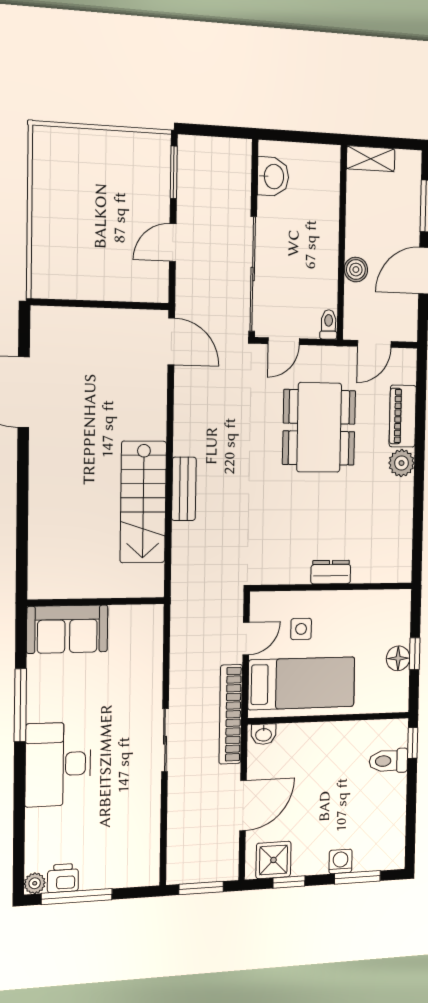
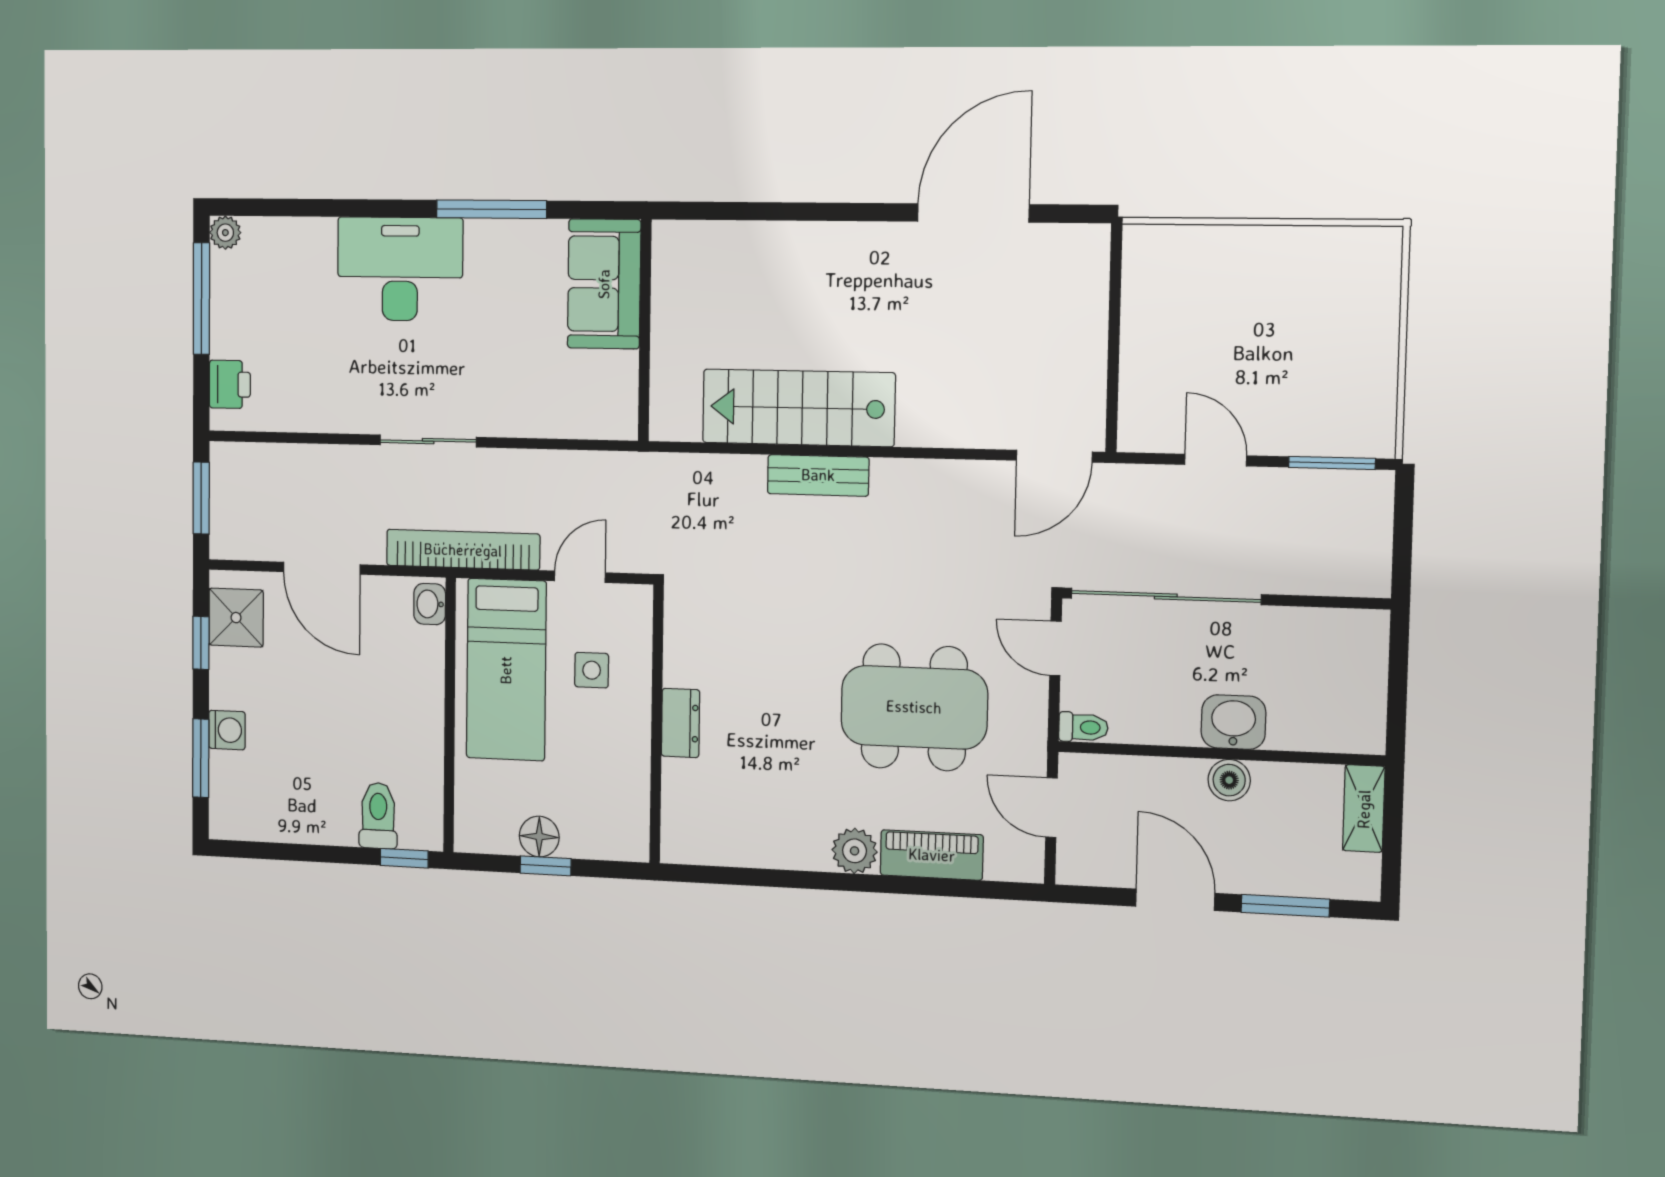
washbasin: (273, 177) -> (1233, 722), moved, turned 180
boiler: (356, 270) -> (1229, 780), moved
door: (246, 638) -> (580, 577), swing flipped
printer: (63, 878) -> (230, 384), moved

